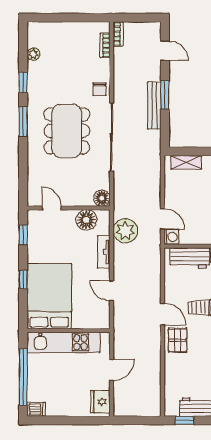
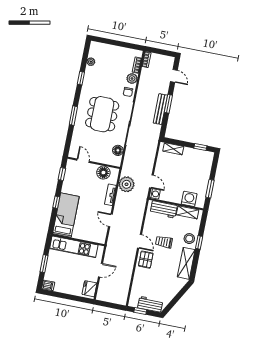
plant: (102, 67) -> (132, 78), added
window: (23, 121) -> (73, 116), moved
floor lamp: (102, 198) -> (118, 150), moved
bed: (49, 296) -> (66, 215), width x0.67
window: (23, 377) -> (44, 264), width x0.47

